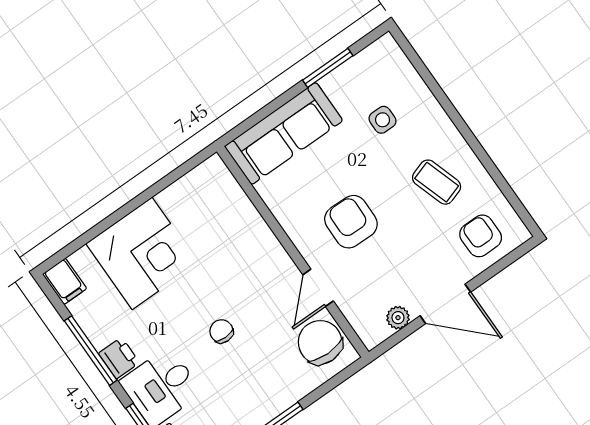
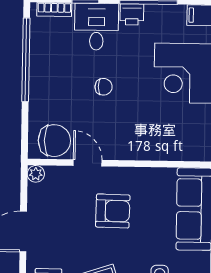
plant: (398, 318) -> (36, 174), moved

